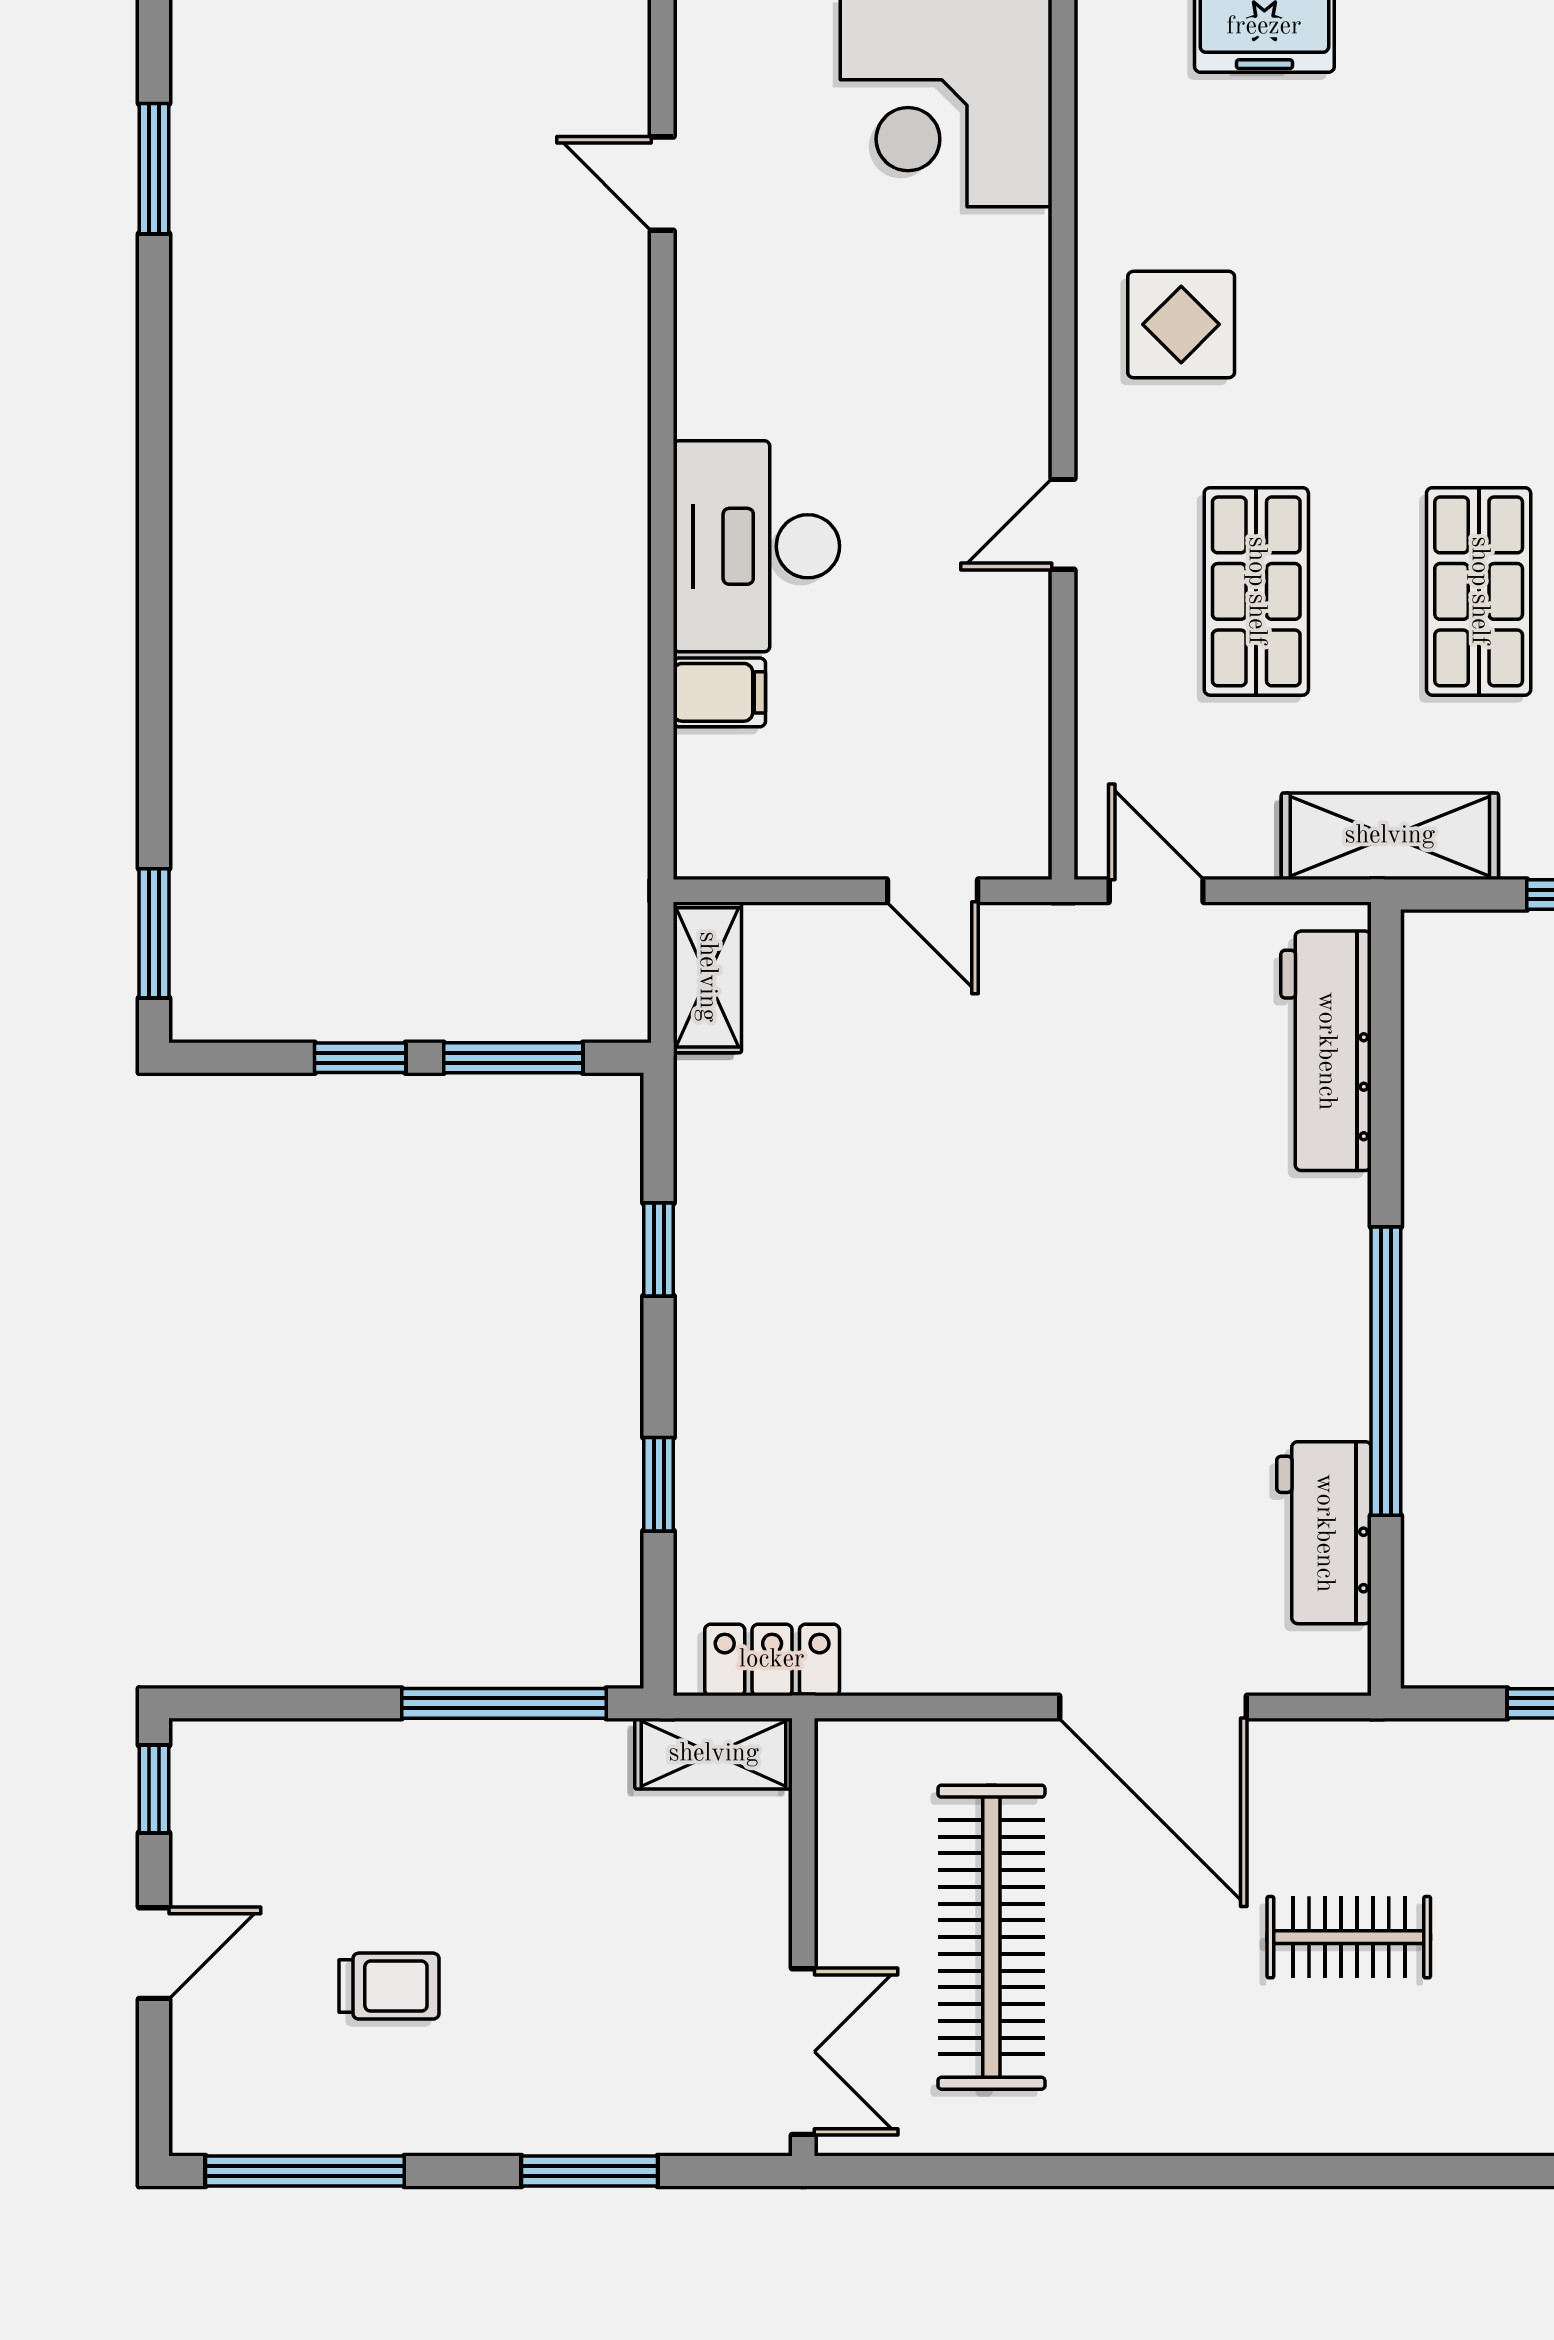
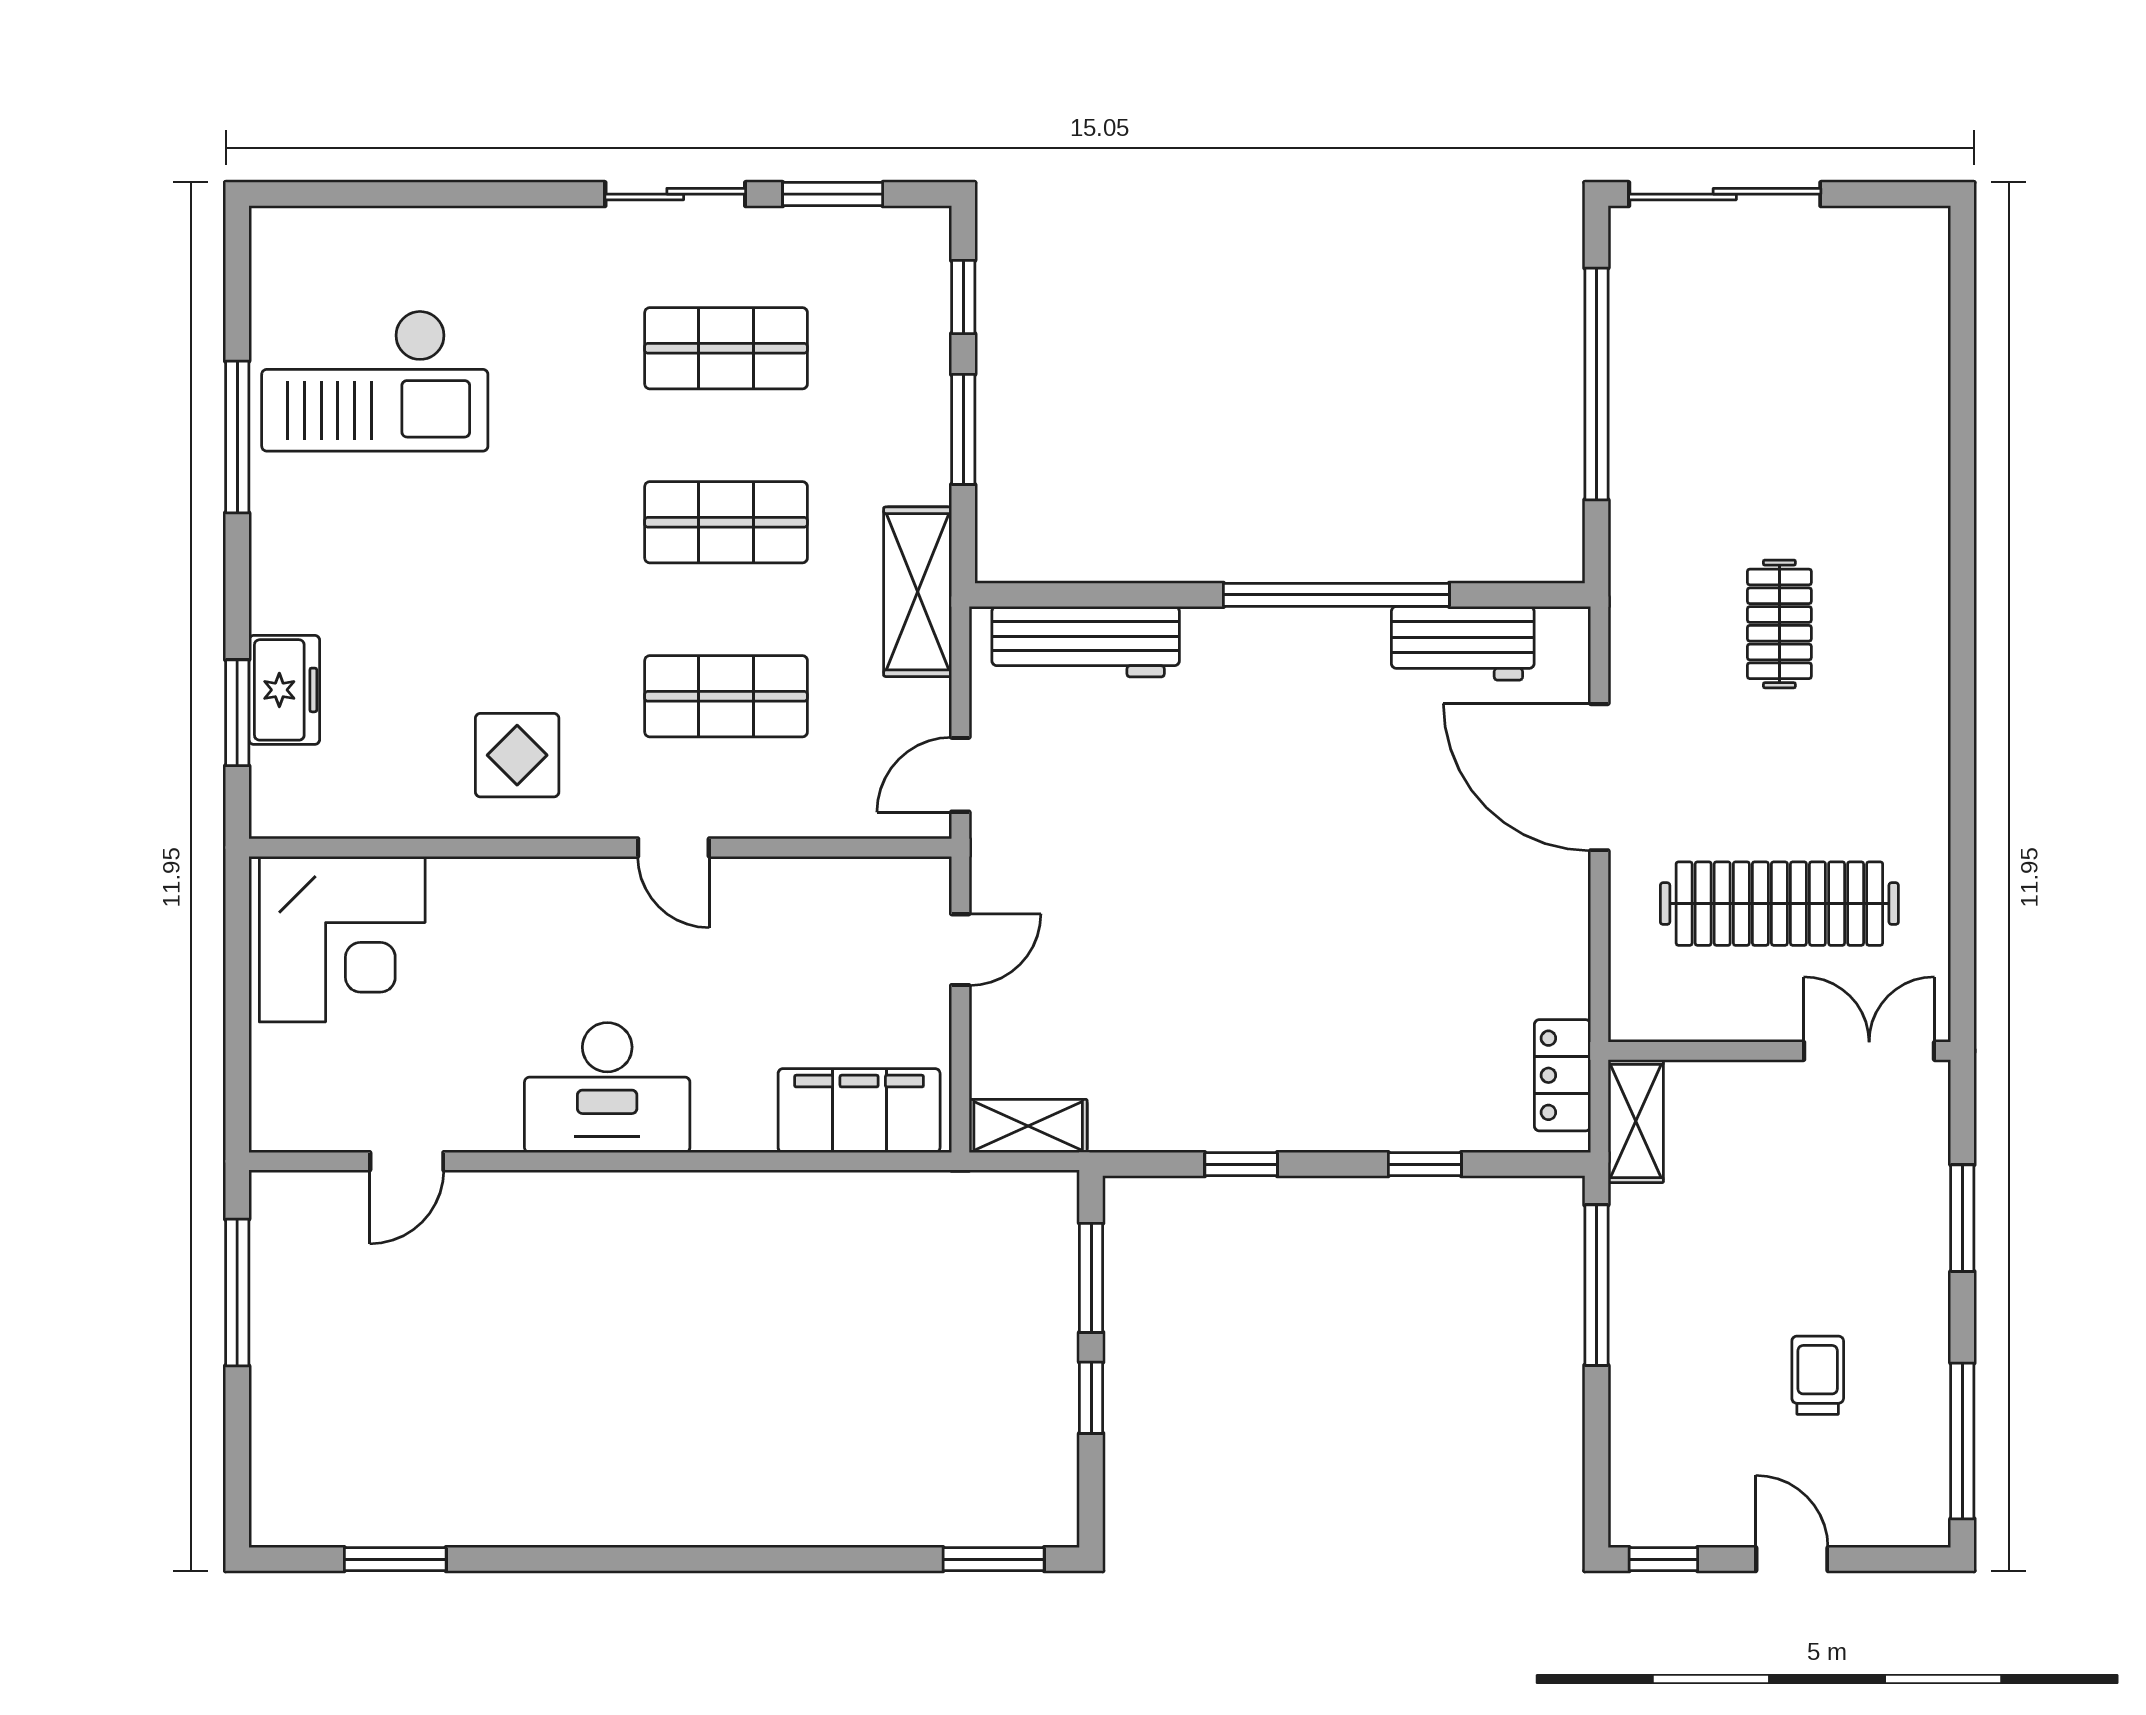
desk: (756, 546) -> (607, 1088), moved
filing cabinet: (719, 692) -> (859, 1111), width x3.00, depth x1.17
door: (1153, 1707) -> (1599, 777), swing flipped

